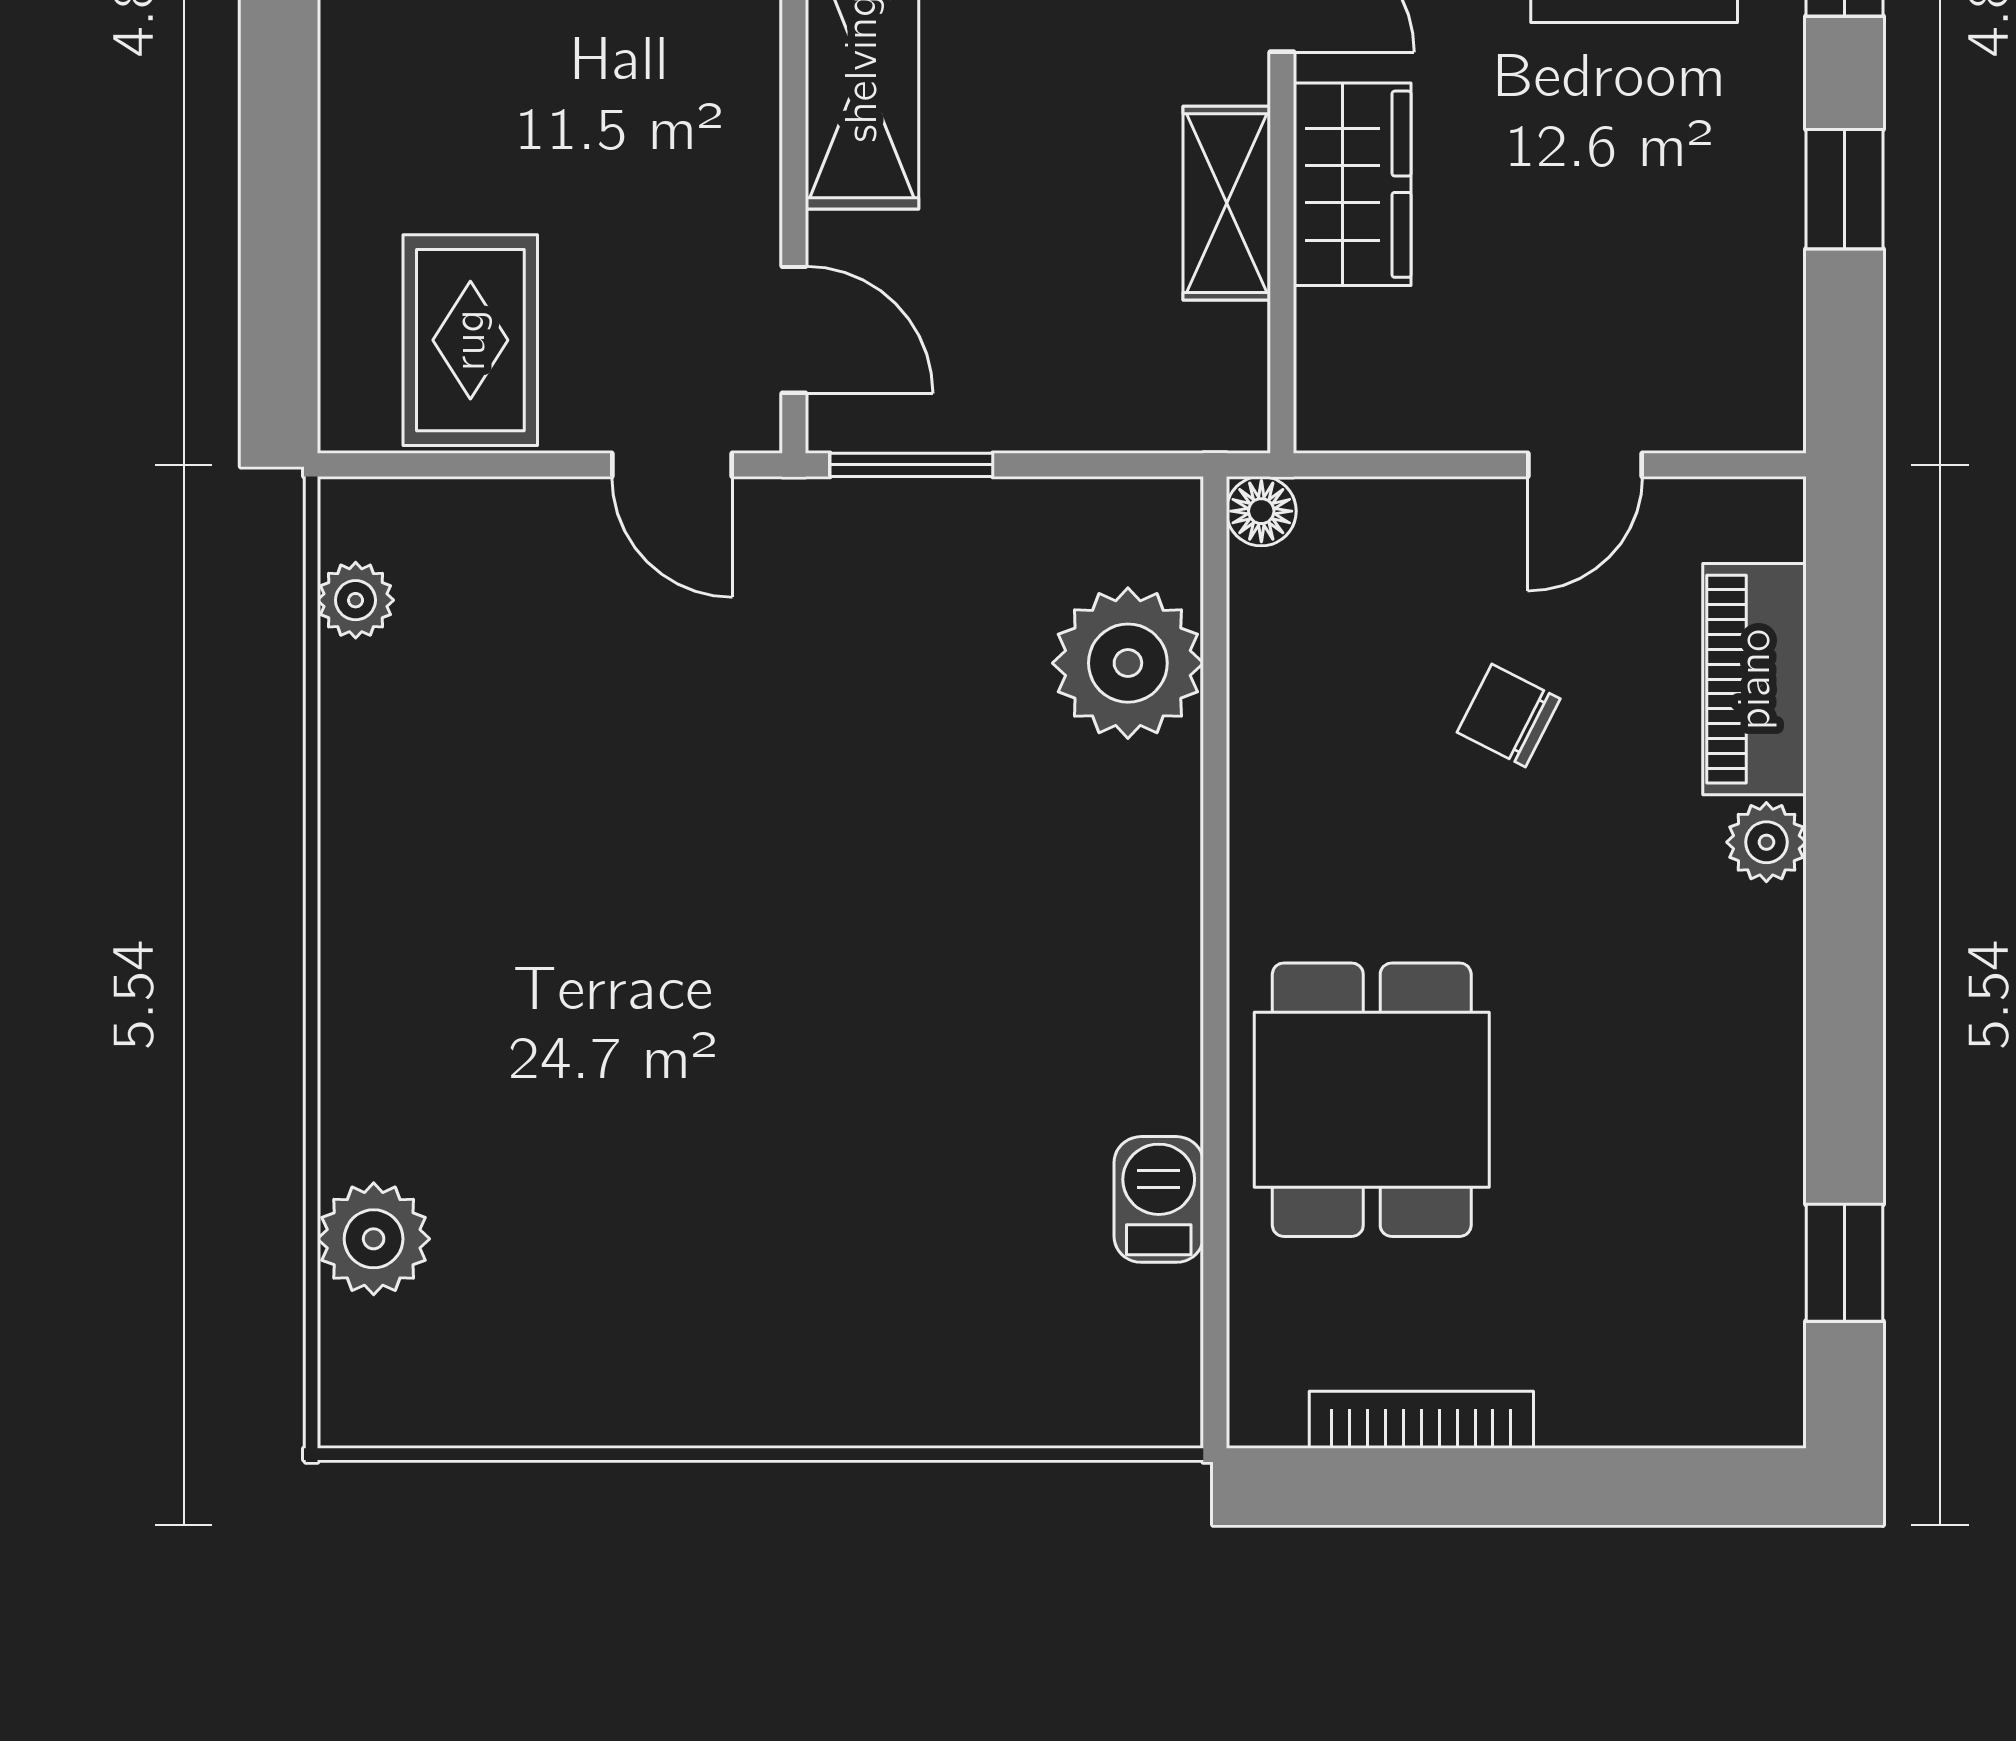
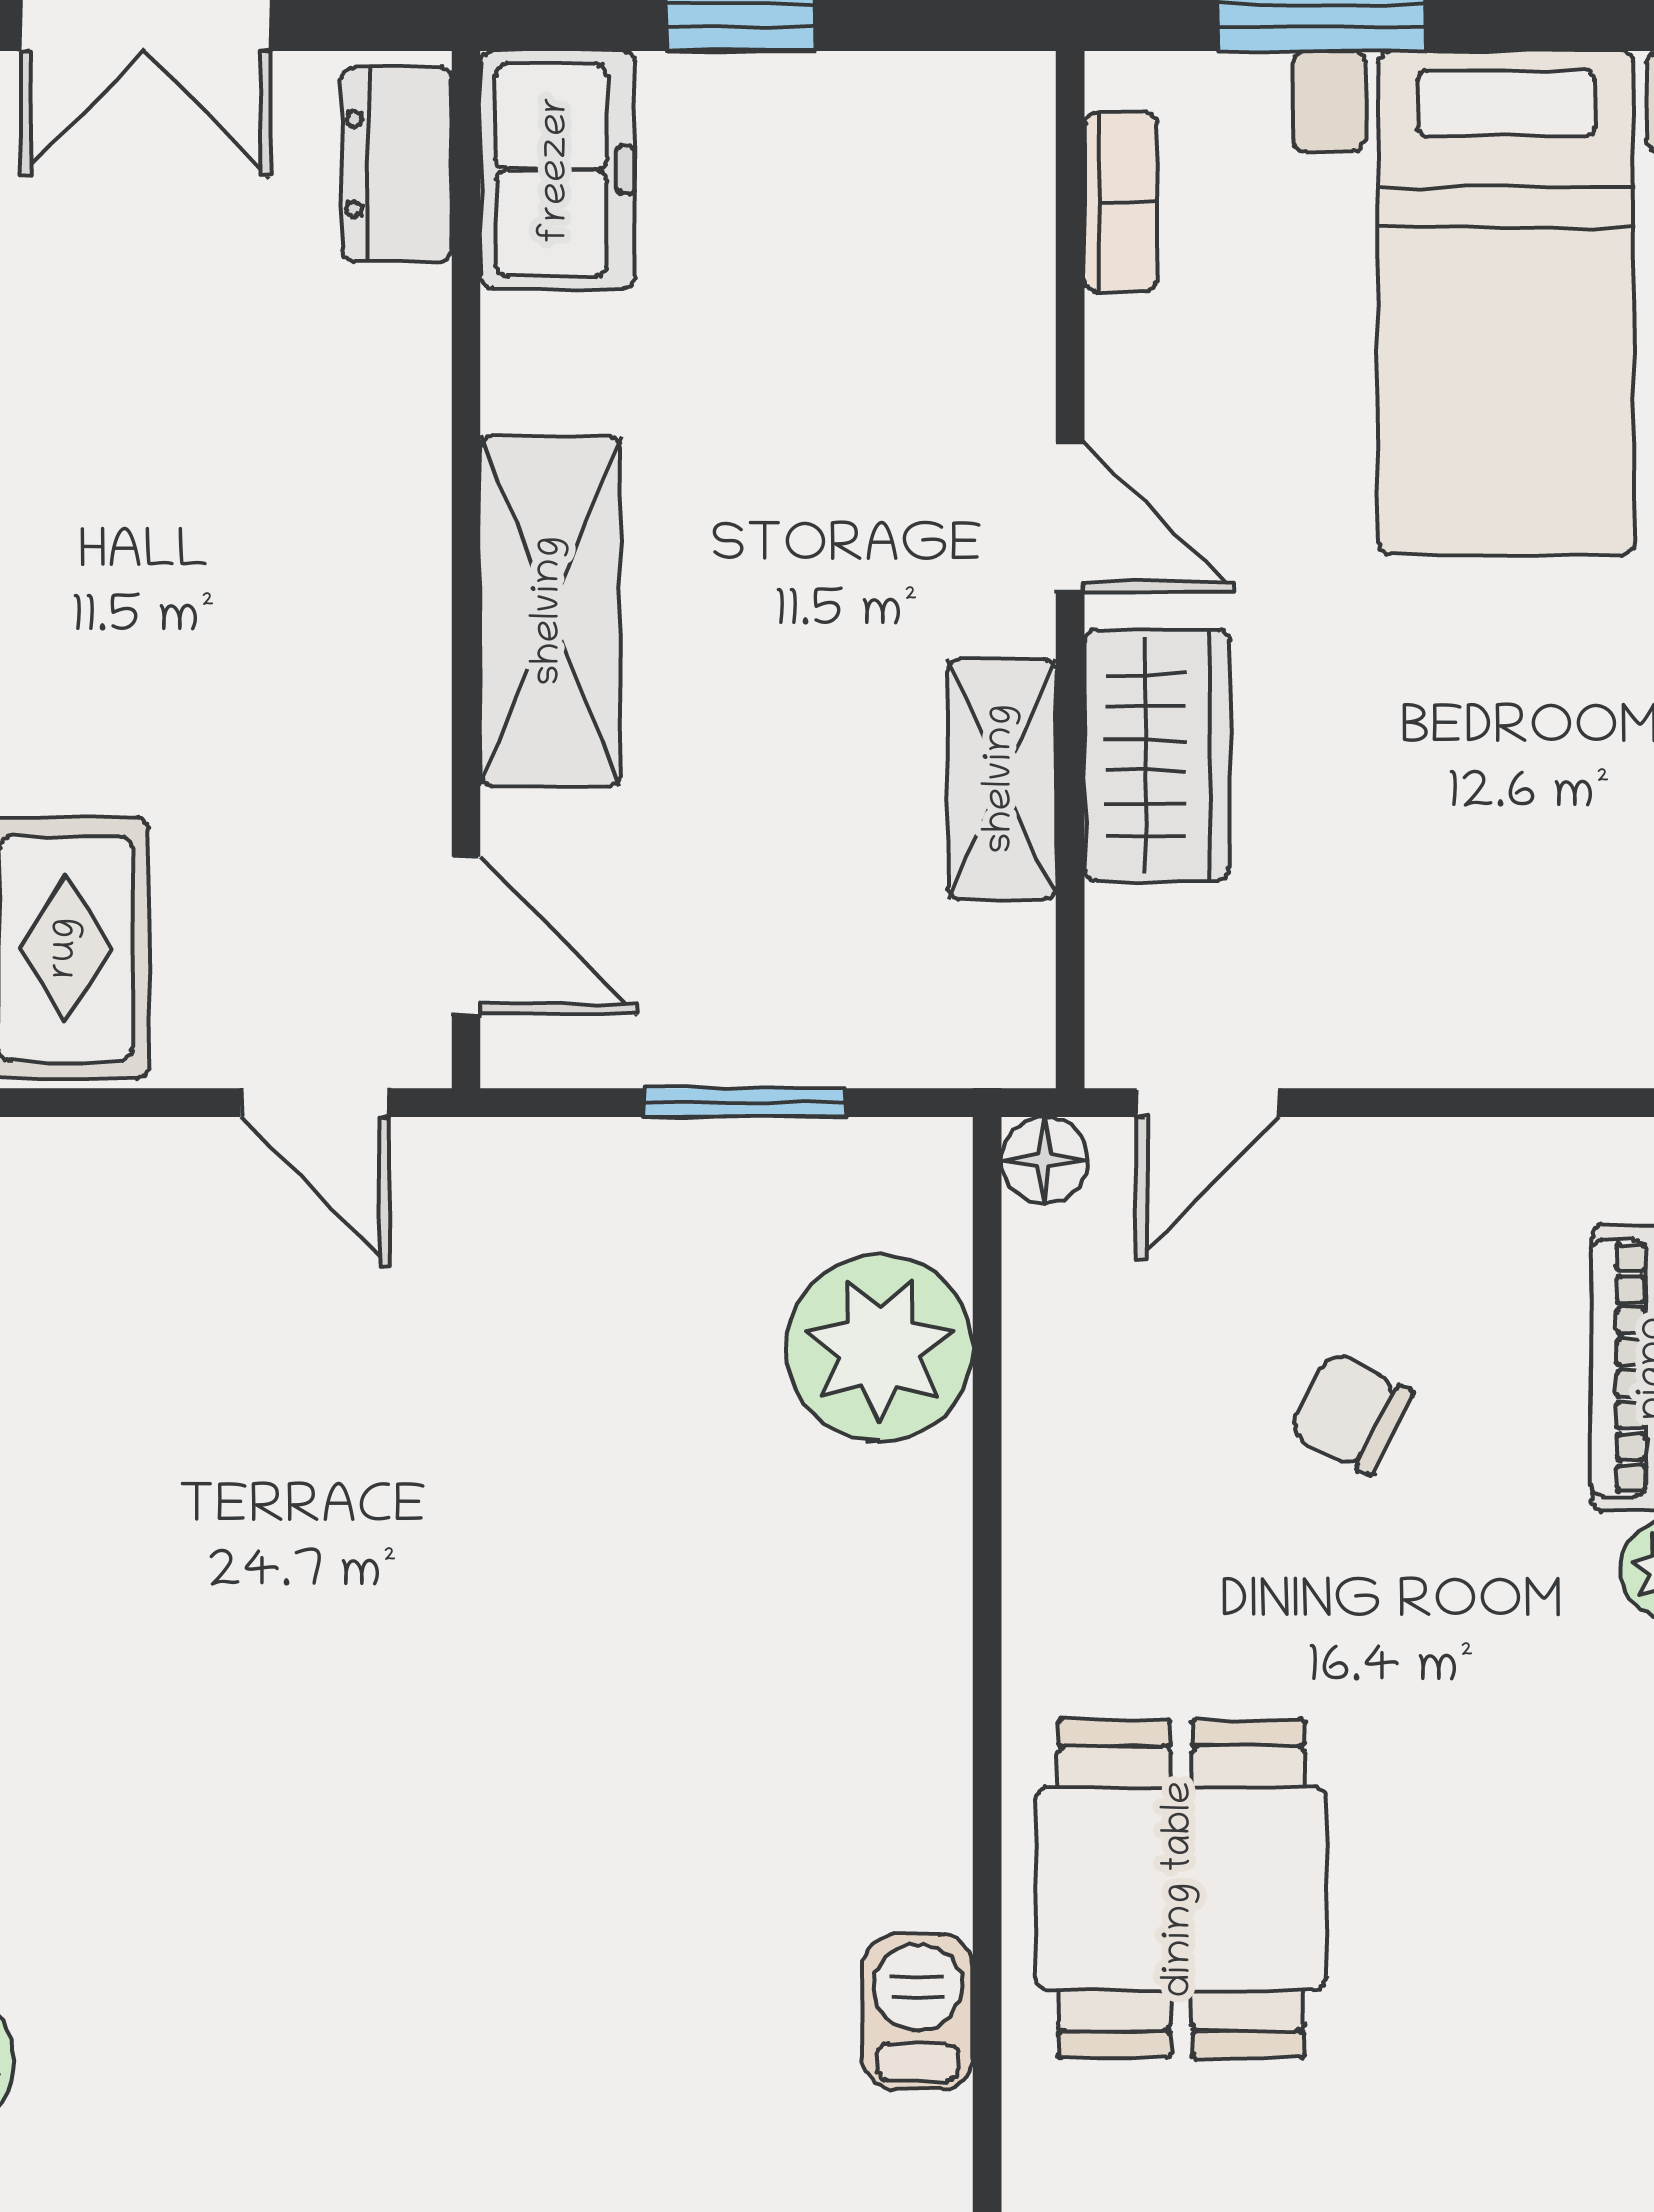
window: (911, 465) -> (745, 1103), moved
door: (1585, 465) -> (1208, 1103), moved

